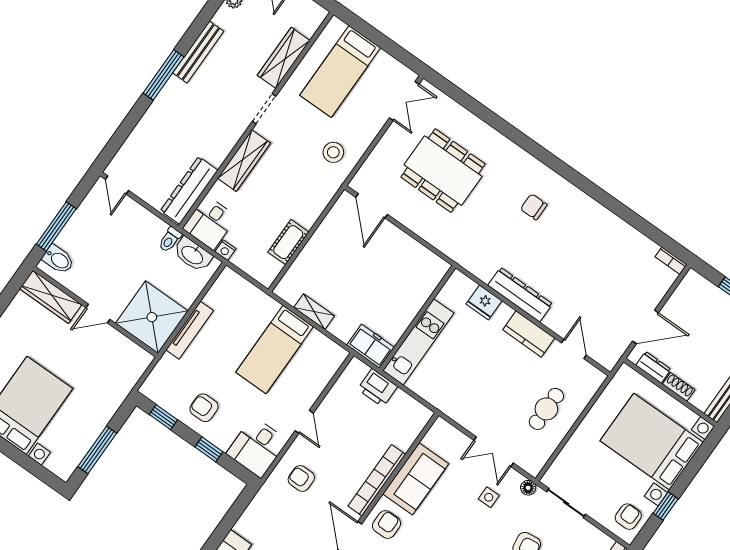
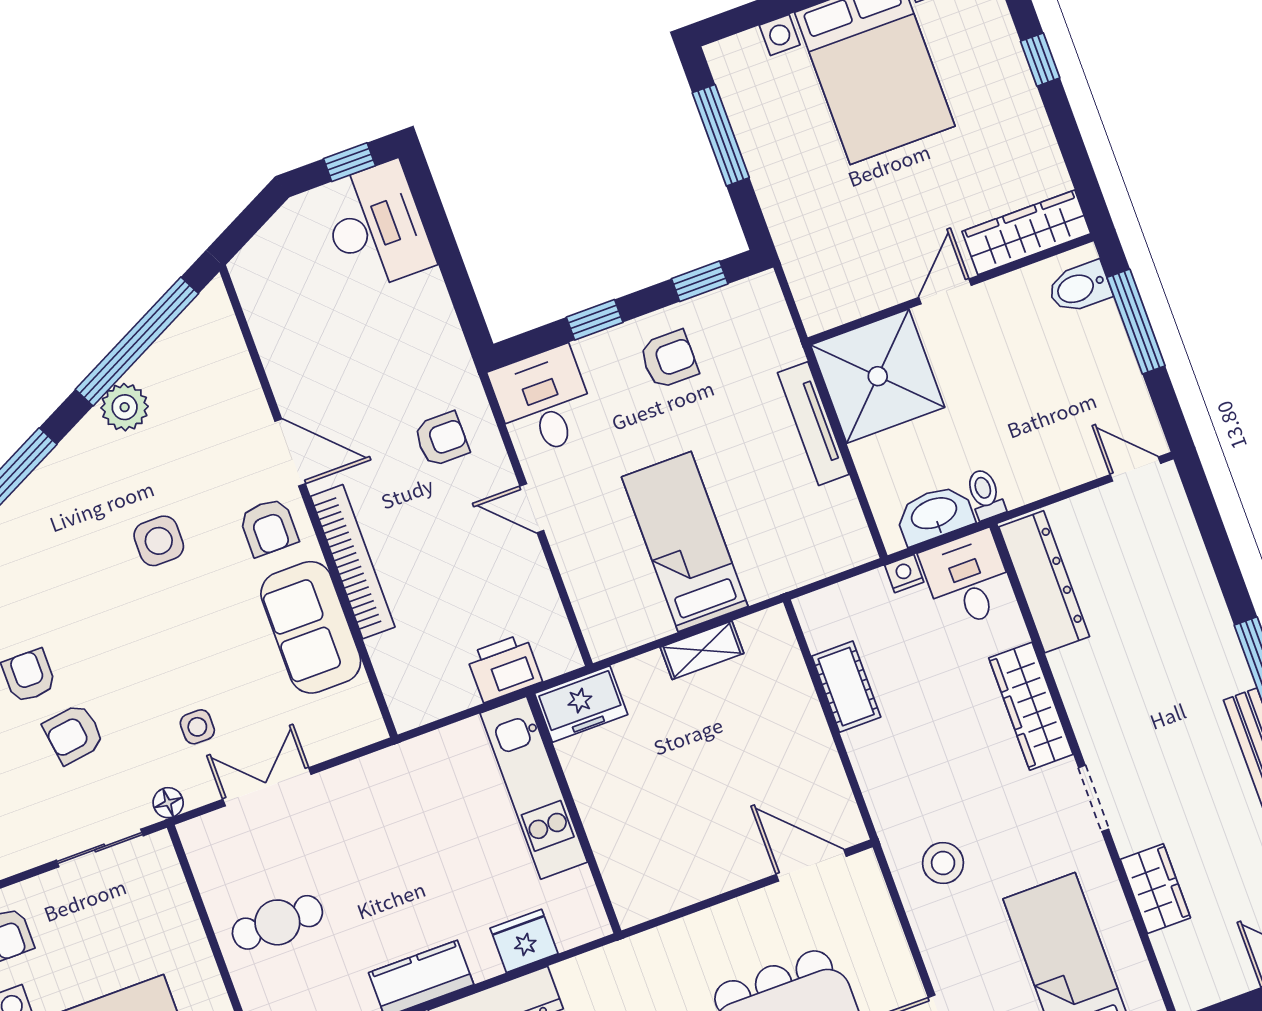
wardrobe: (284, 58) -> (1155, 889), width x0.67
cafe table: (546, 409) -> (277, 922), turned 90

